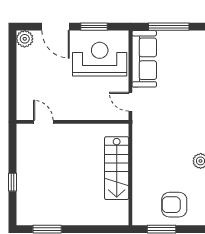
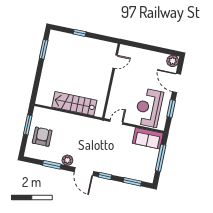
door: (56, 27) -> (176, 83), hinge flipped
reception desk: (100, 59) -> (149, 108), turned 180
sofa: (144, 59) -> (148, 138), width x0.73

